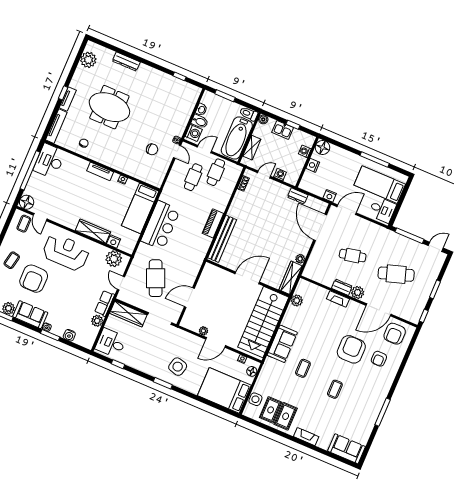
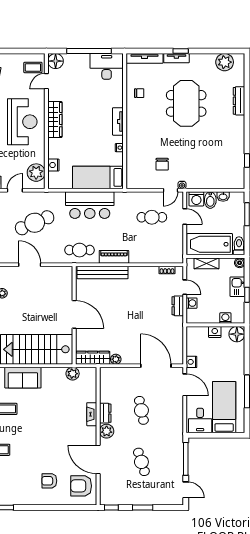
cafe table: (216, 172) -> (80, 250), moved
dresser: (298, 196) -> (178, 306), moved
door: (320, 227) -> (156, 366), hinge flipped
wardrobe: (93, 231) -> (55, 120), moved
cafe table: (396, 274) -> (141, 462), width x0.73, depth x0.74
armchair: (351, 349) -> (47, 449), removed

